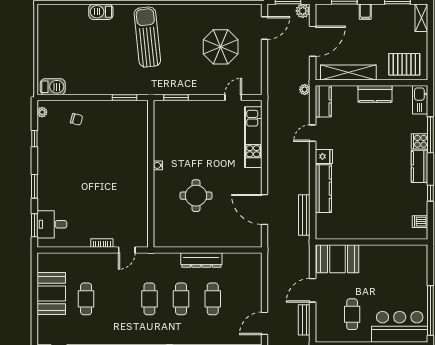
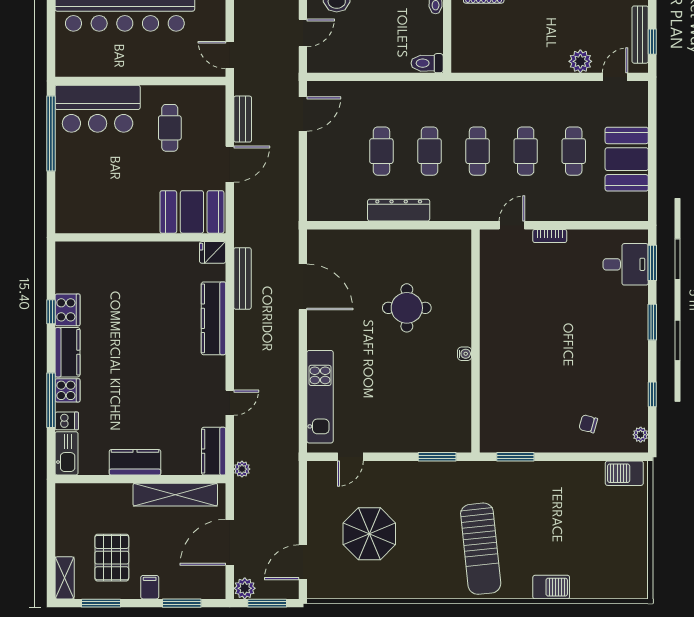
pallet: (404, 64) -> (112, 558), moved, turned 90
fridge: (324, 156) -> (213, 252), moved
cooker: (420, 194) -> (67, 310), added
dishwasher: (420, 222) -> (67, 421), moved
cafe table: (118, 299) -> (526, 151), added

